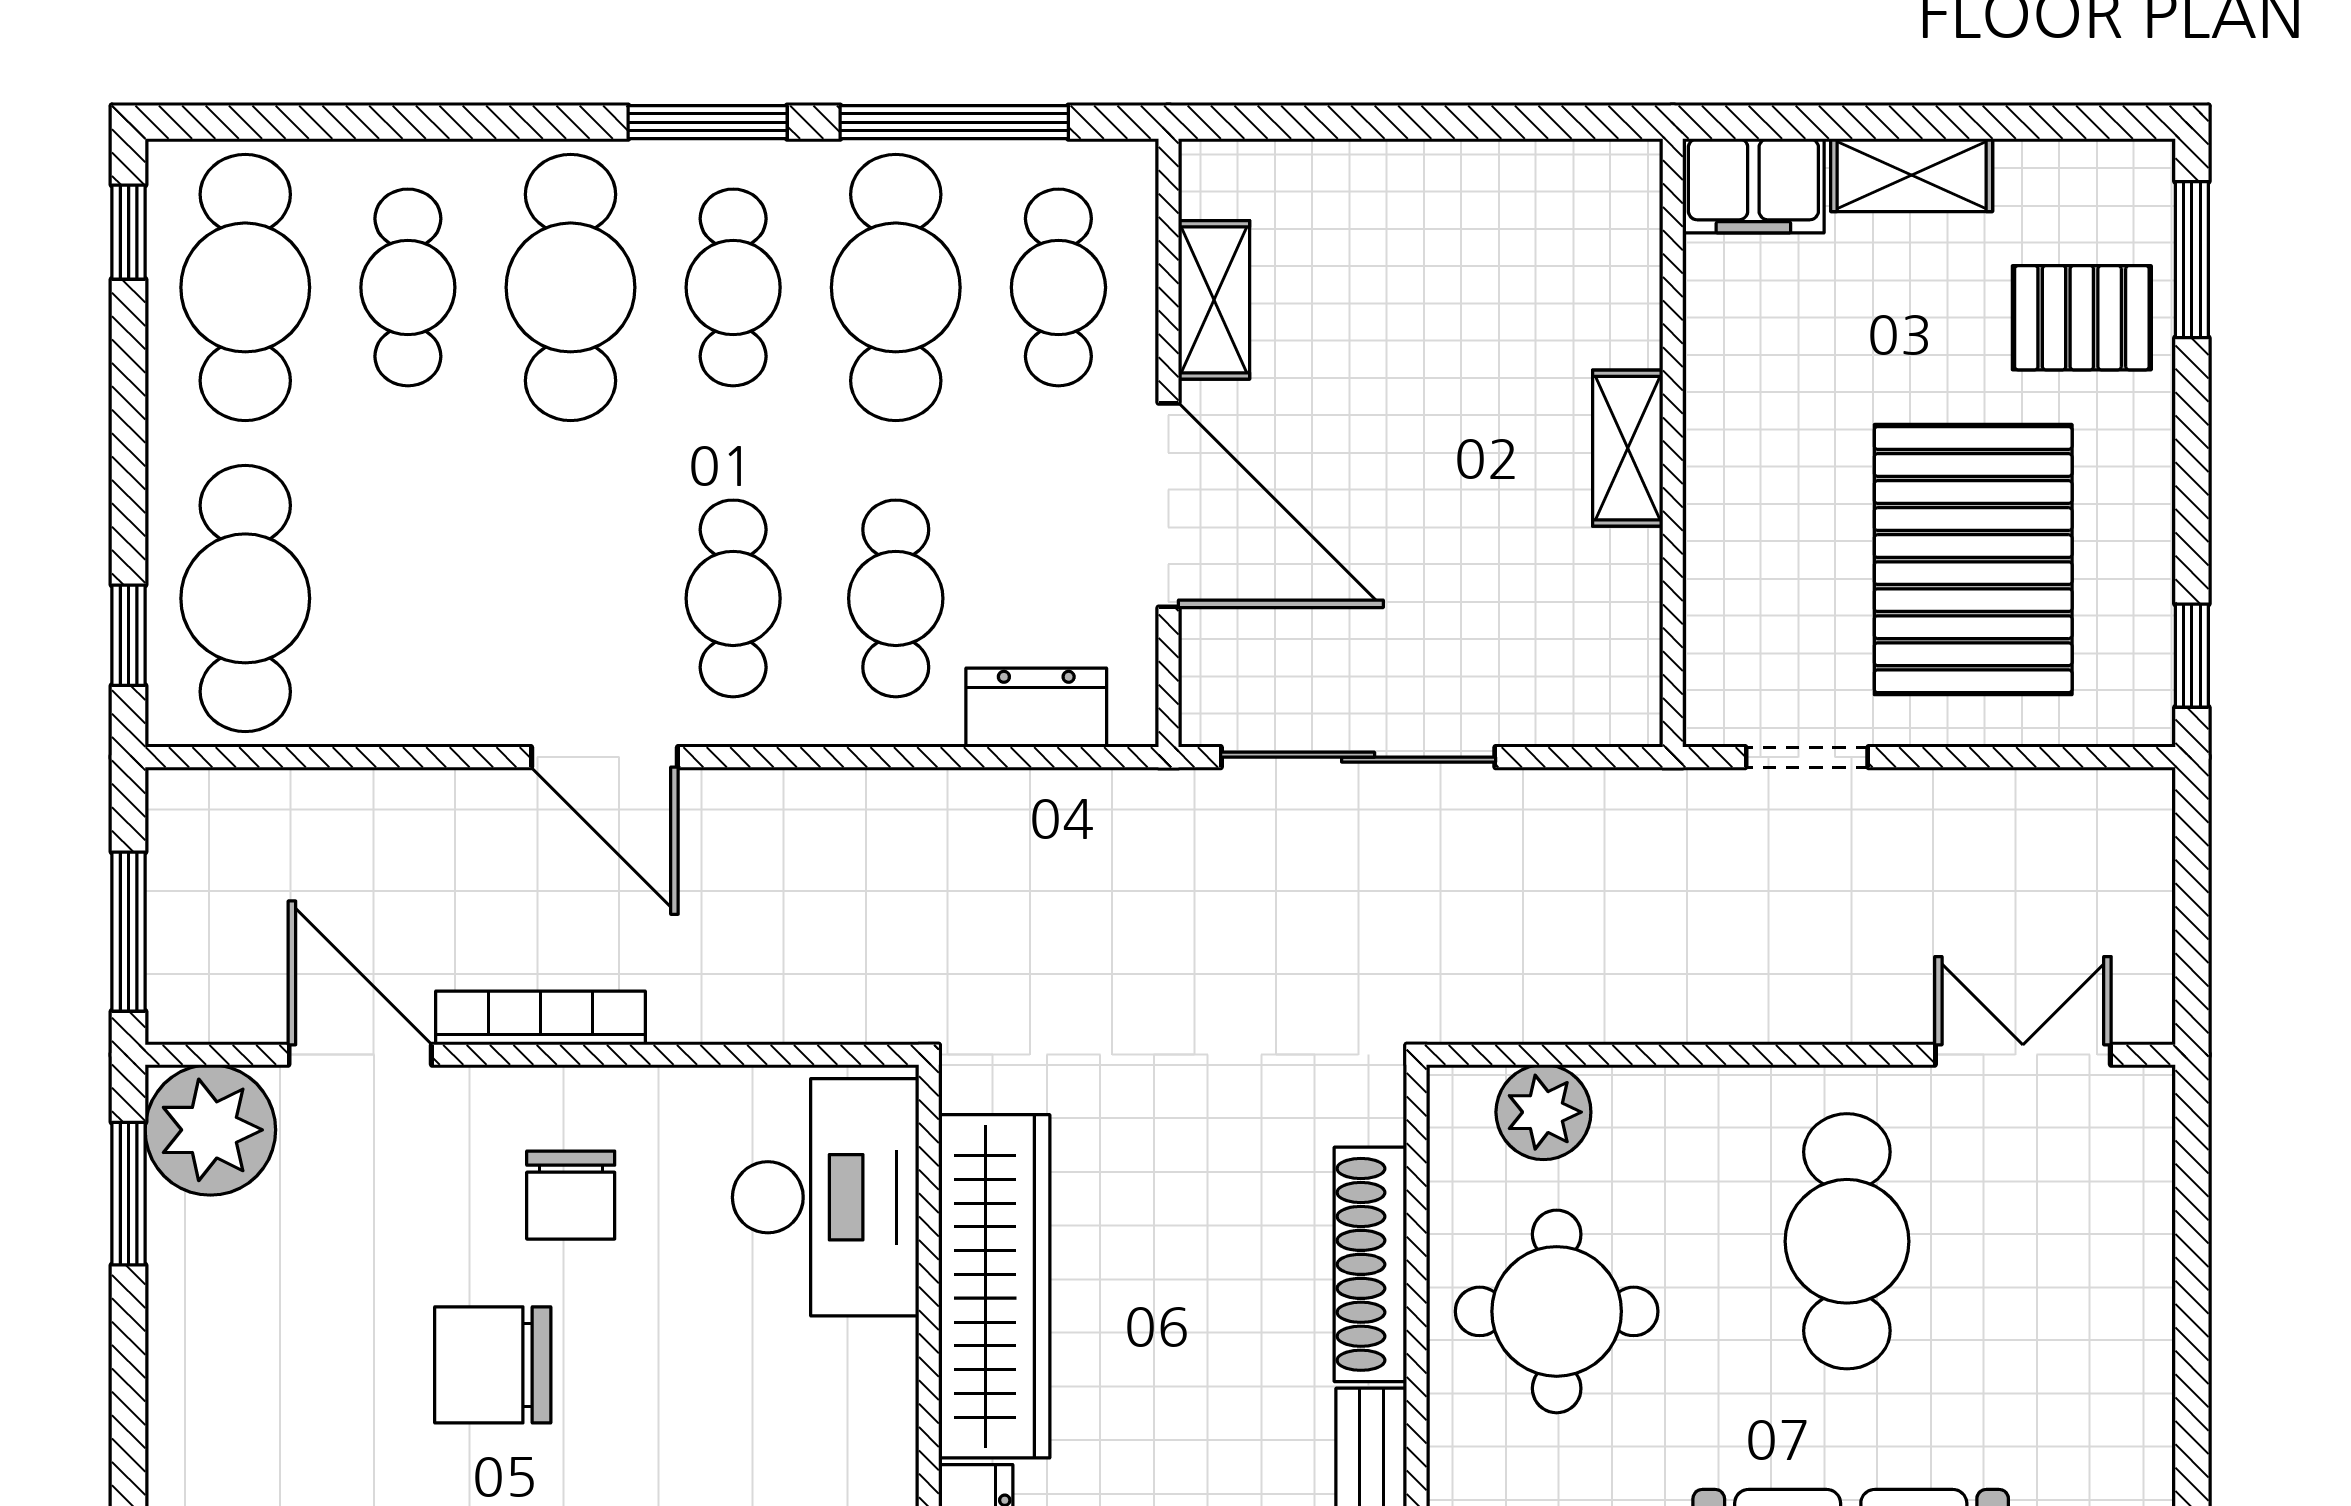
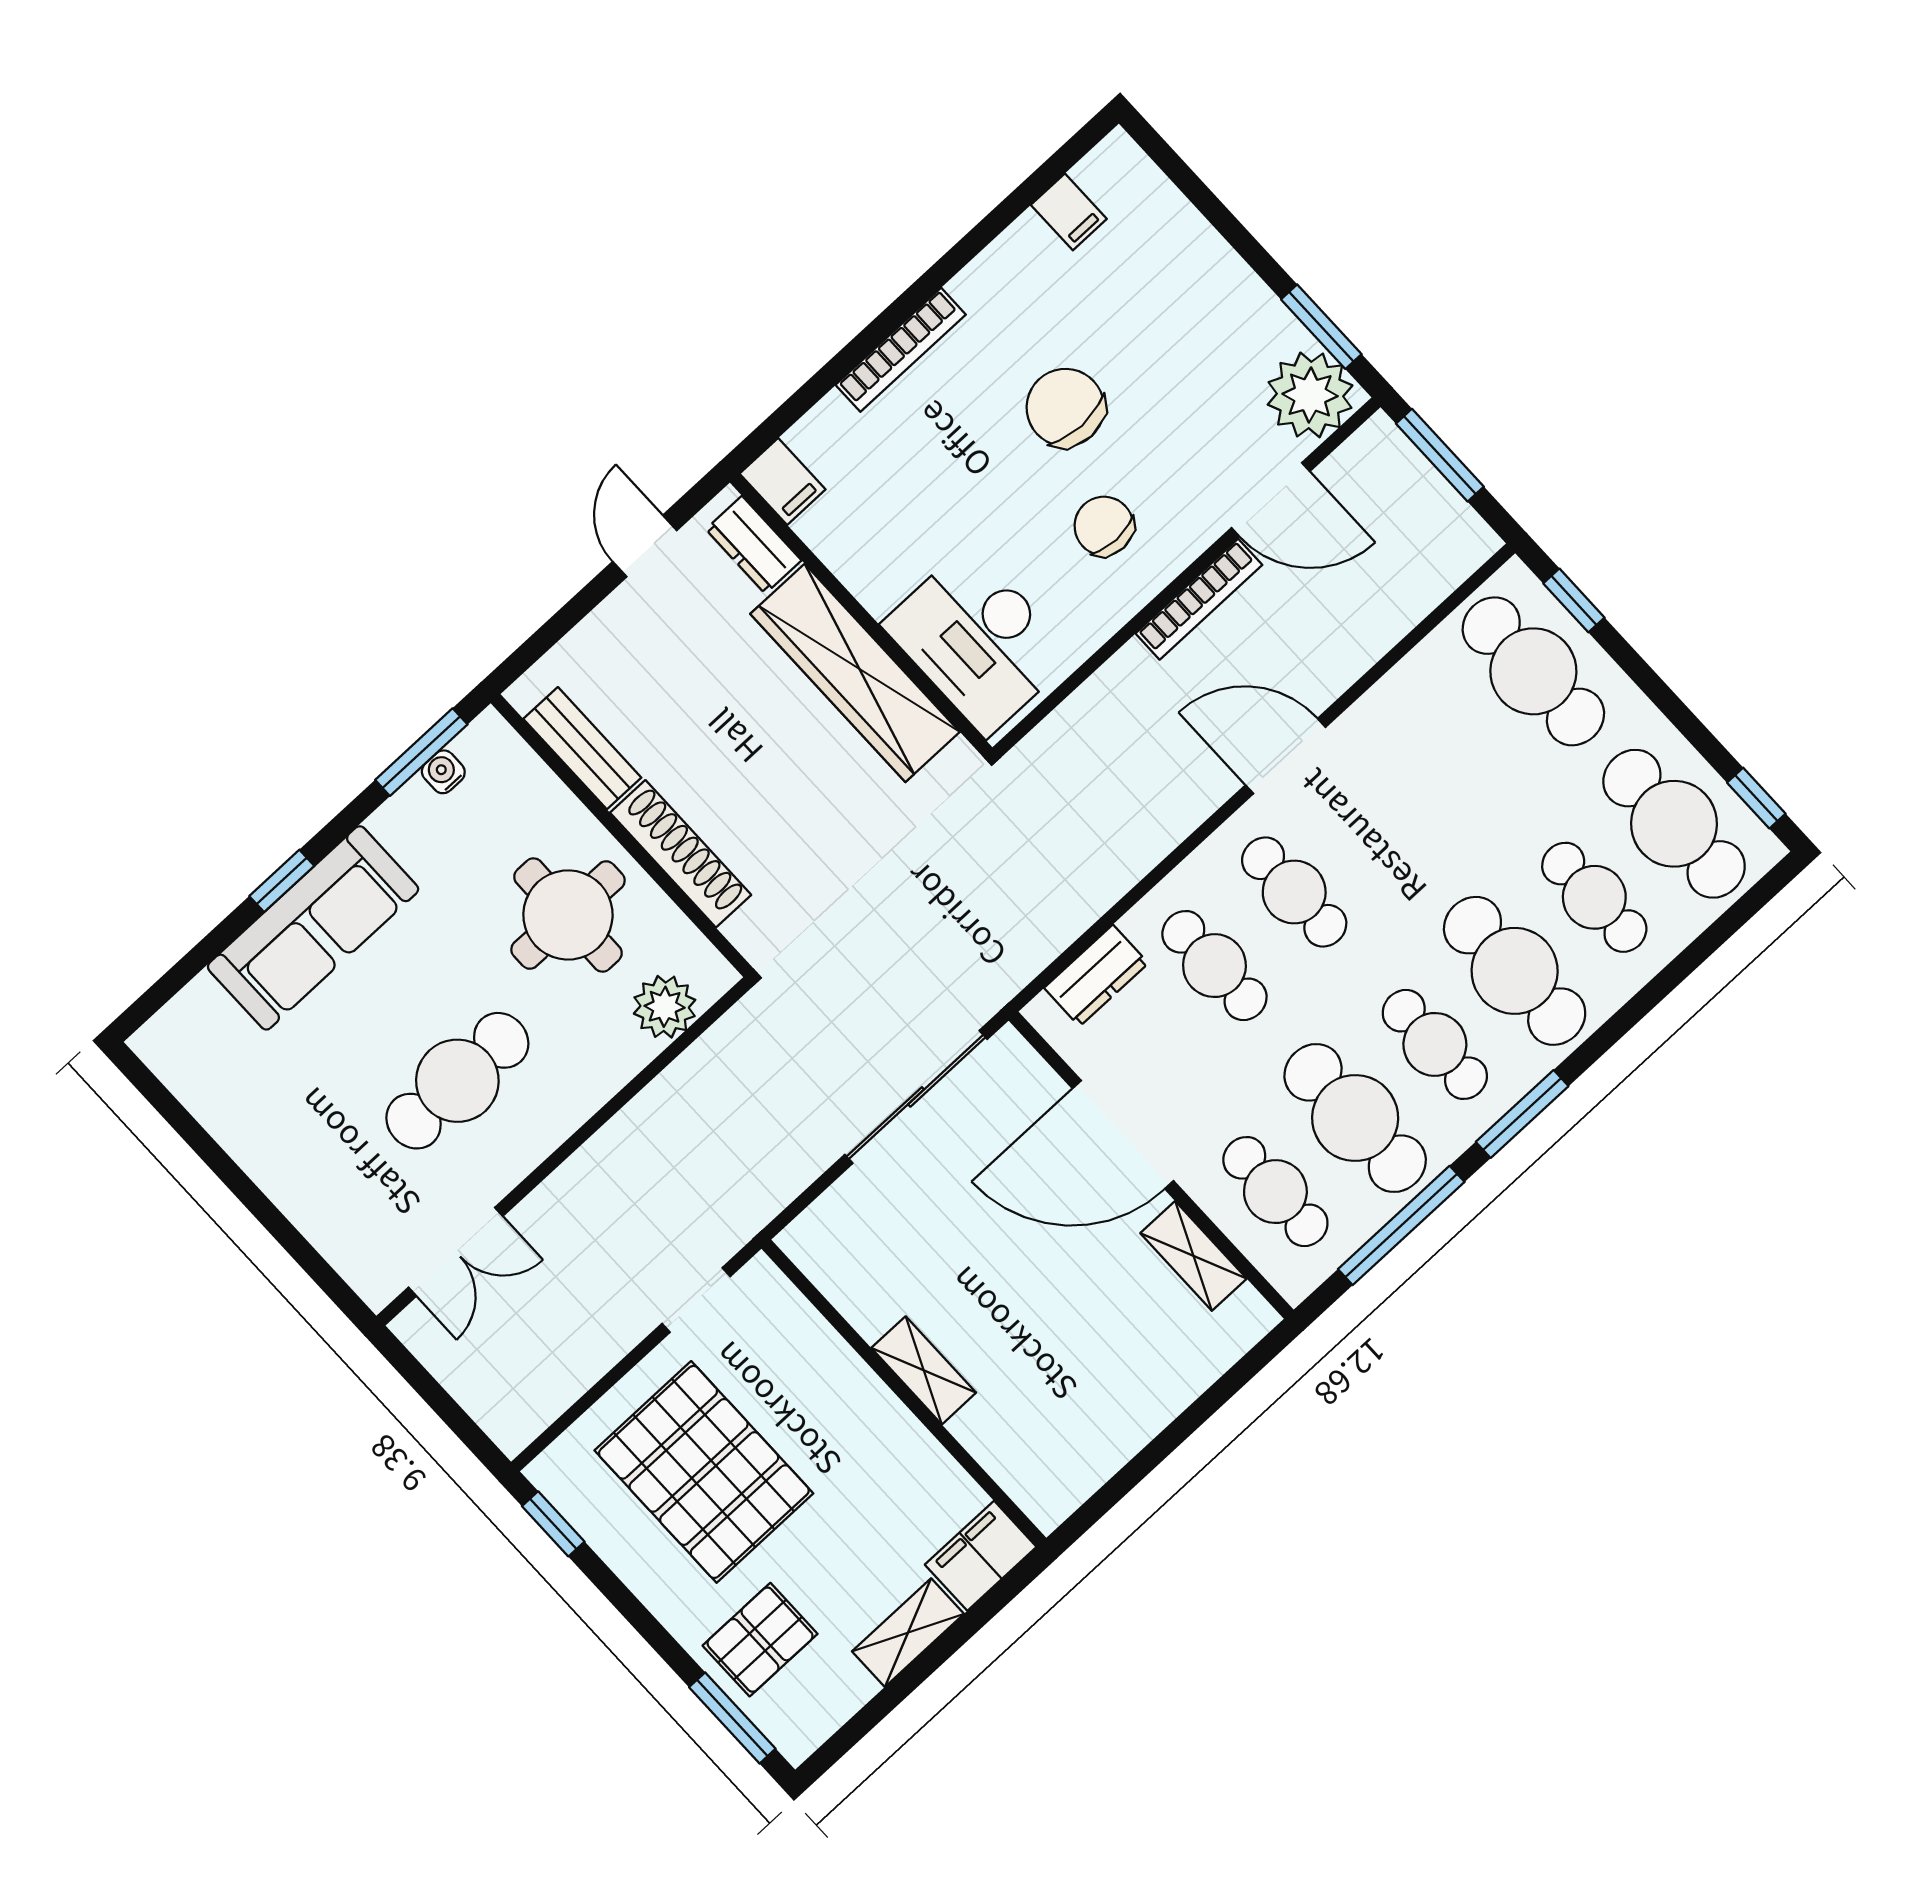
cafe table: (1847, 1241) -> (457, 1081), turned 90
chair: (493, 1365) -> (1065, 408), turned -90

